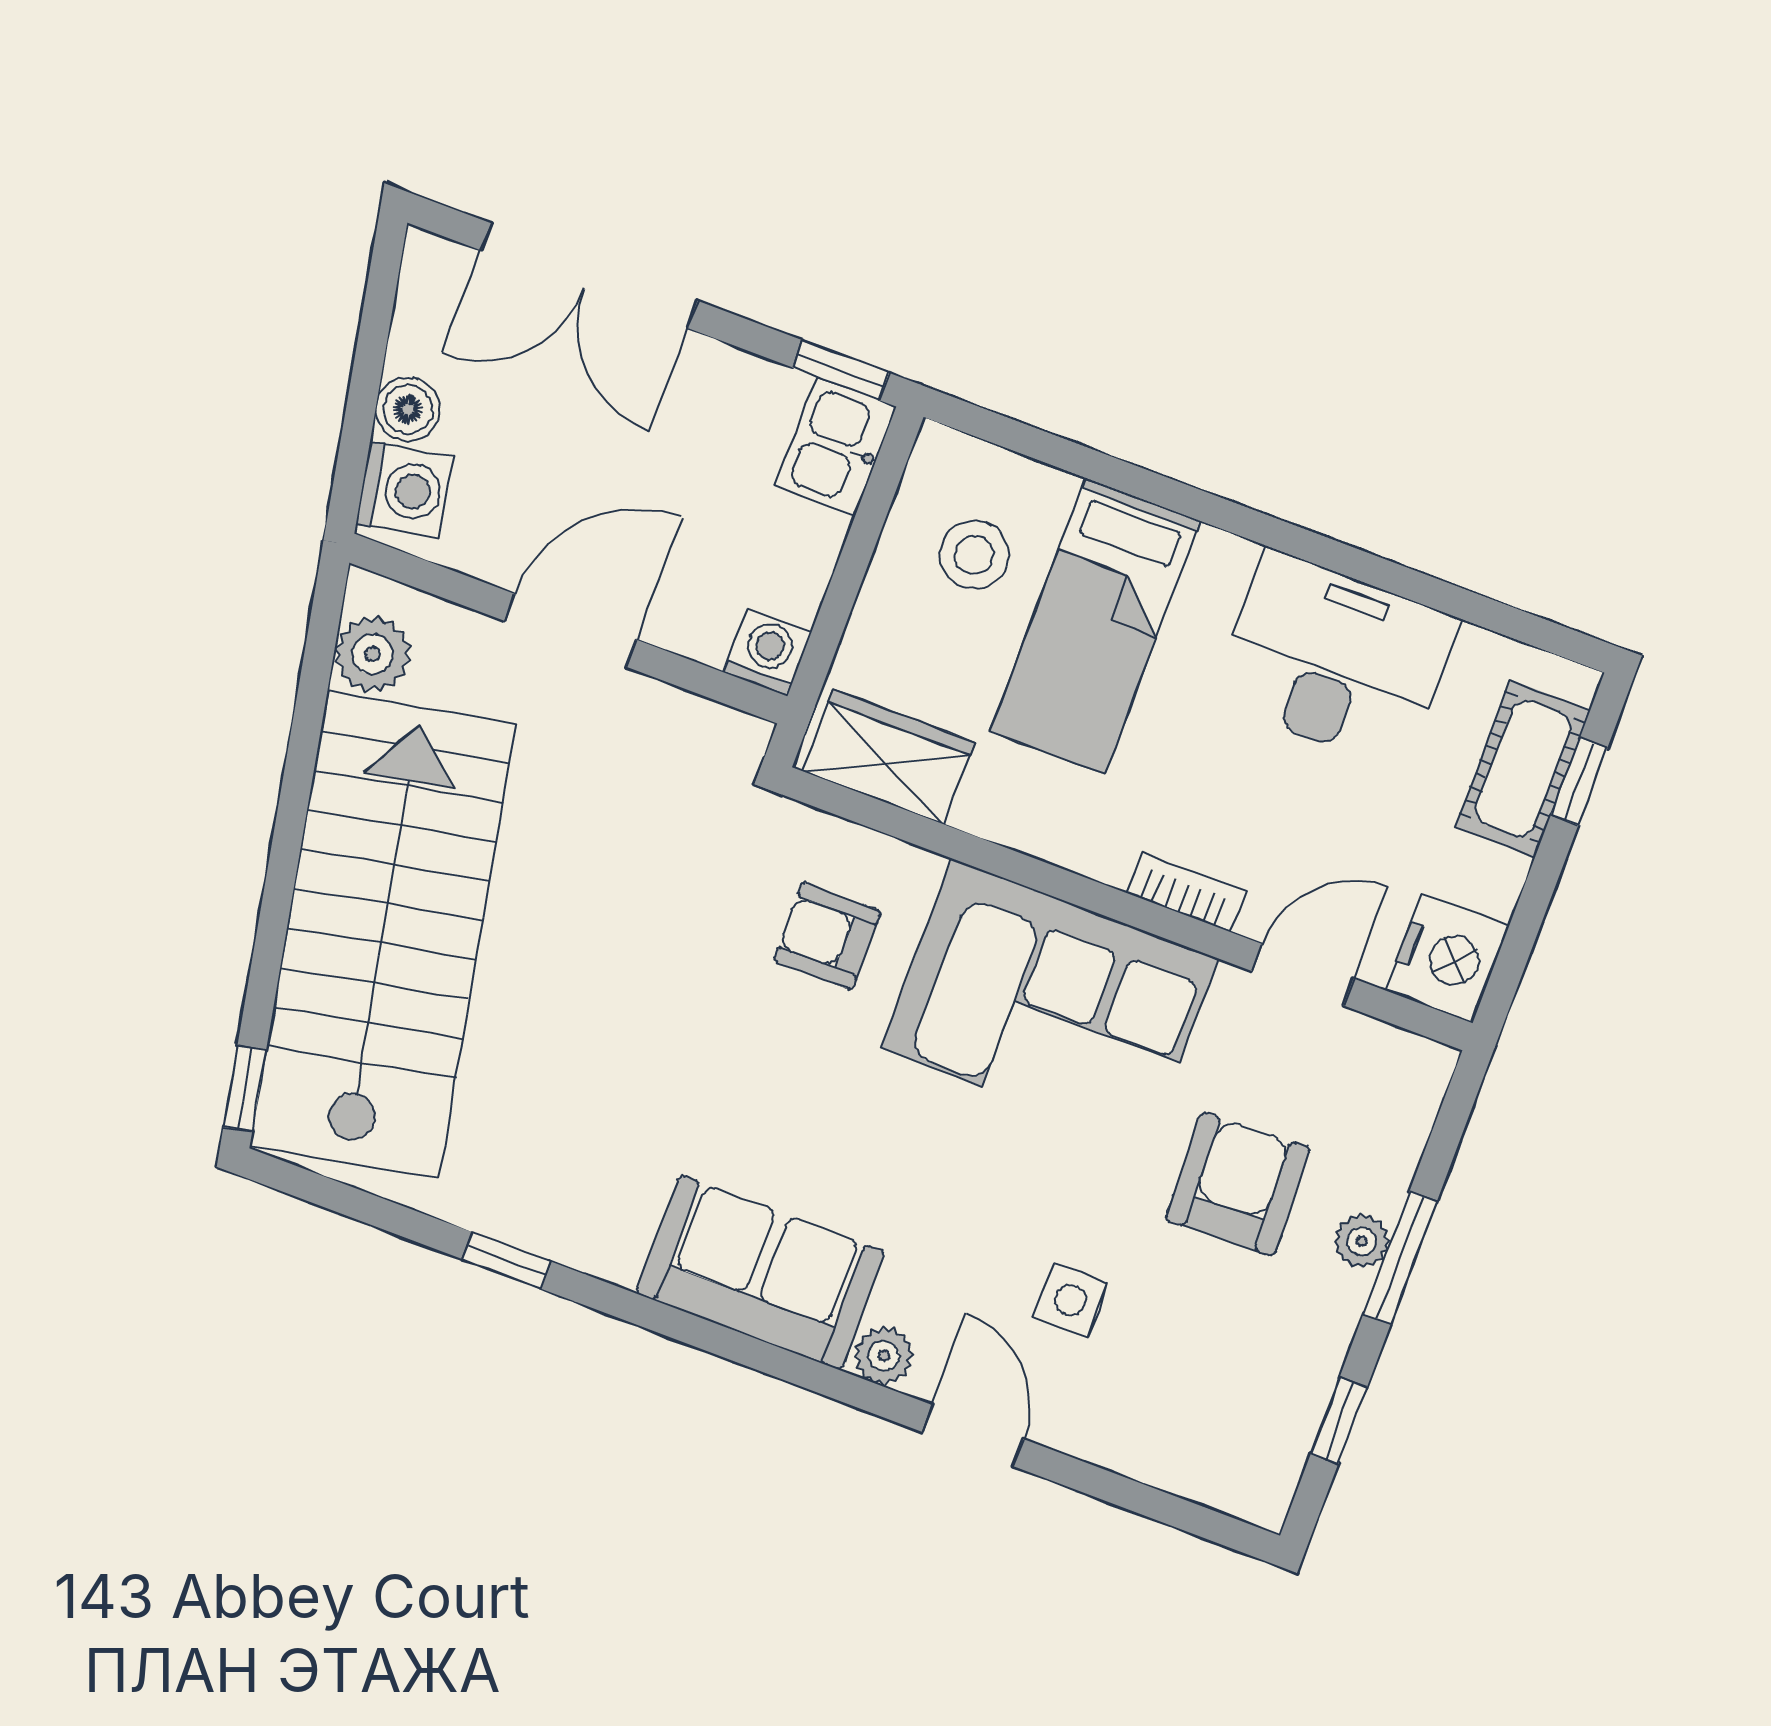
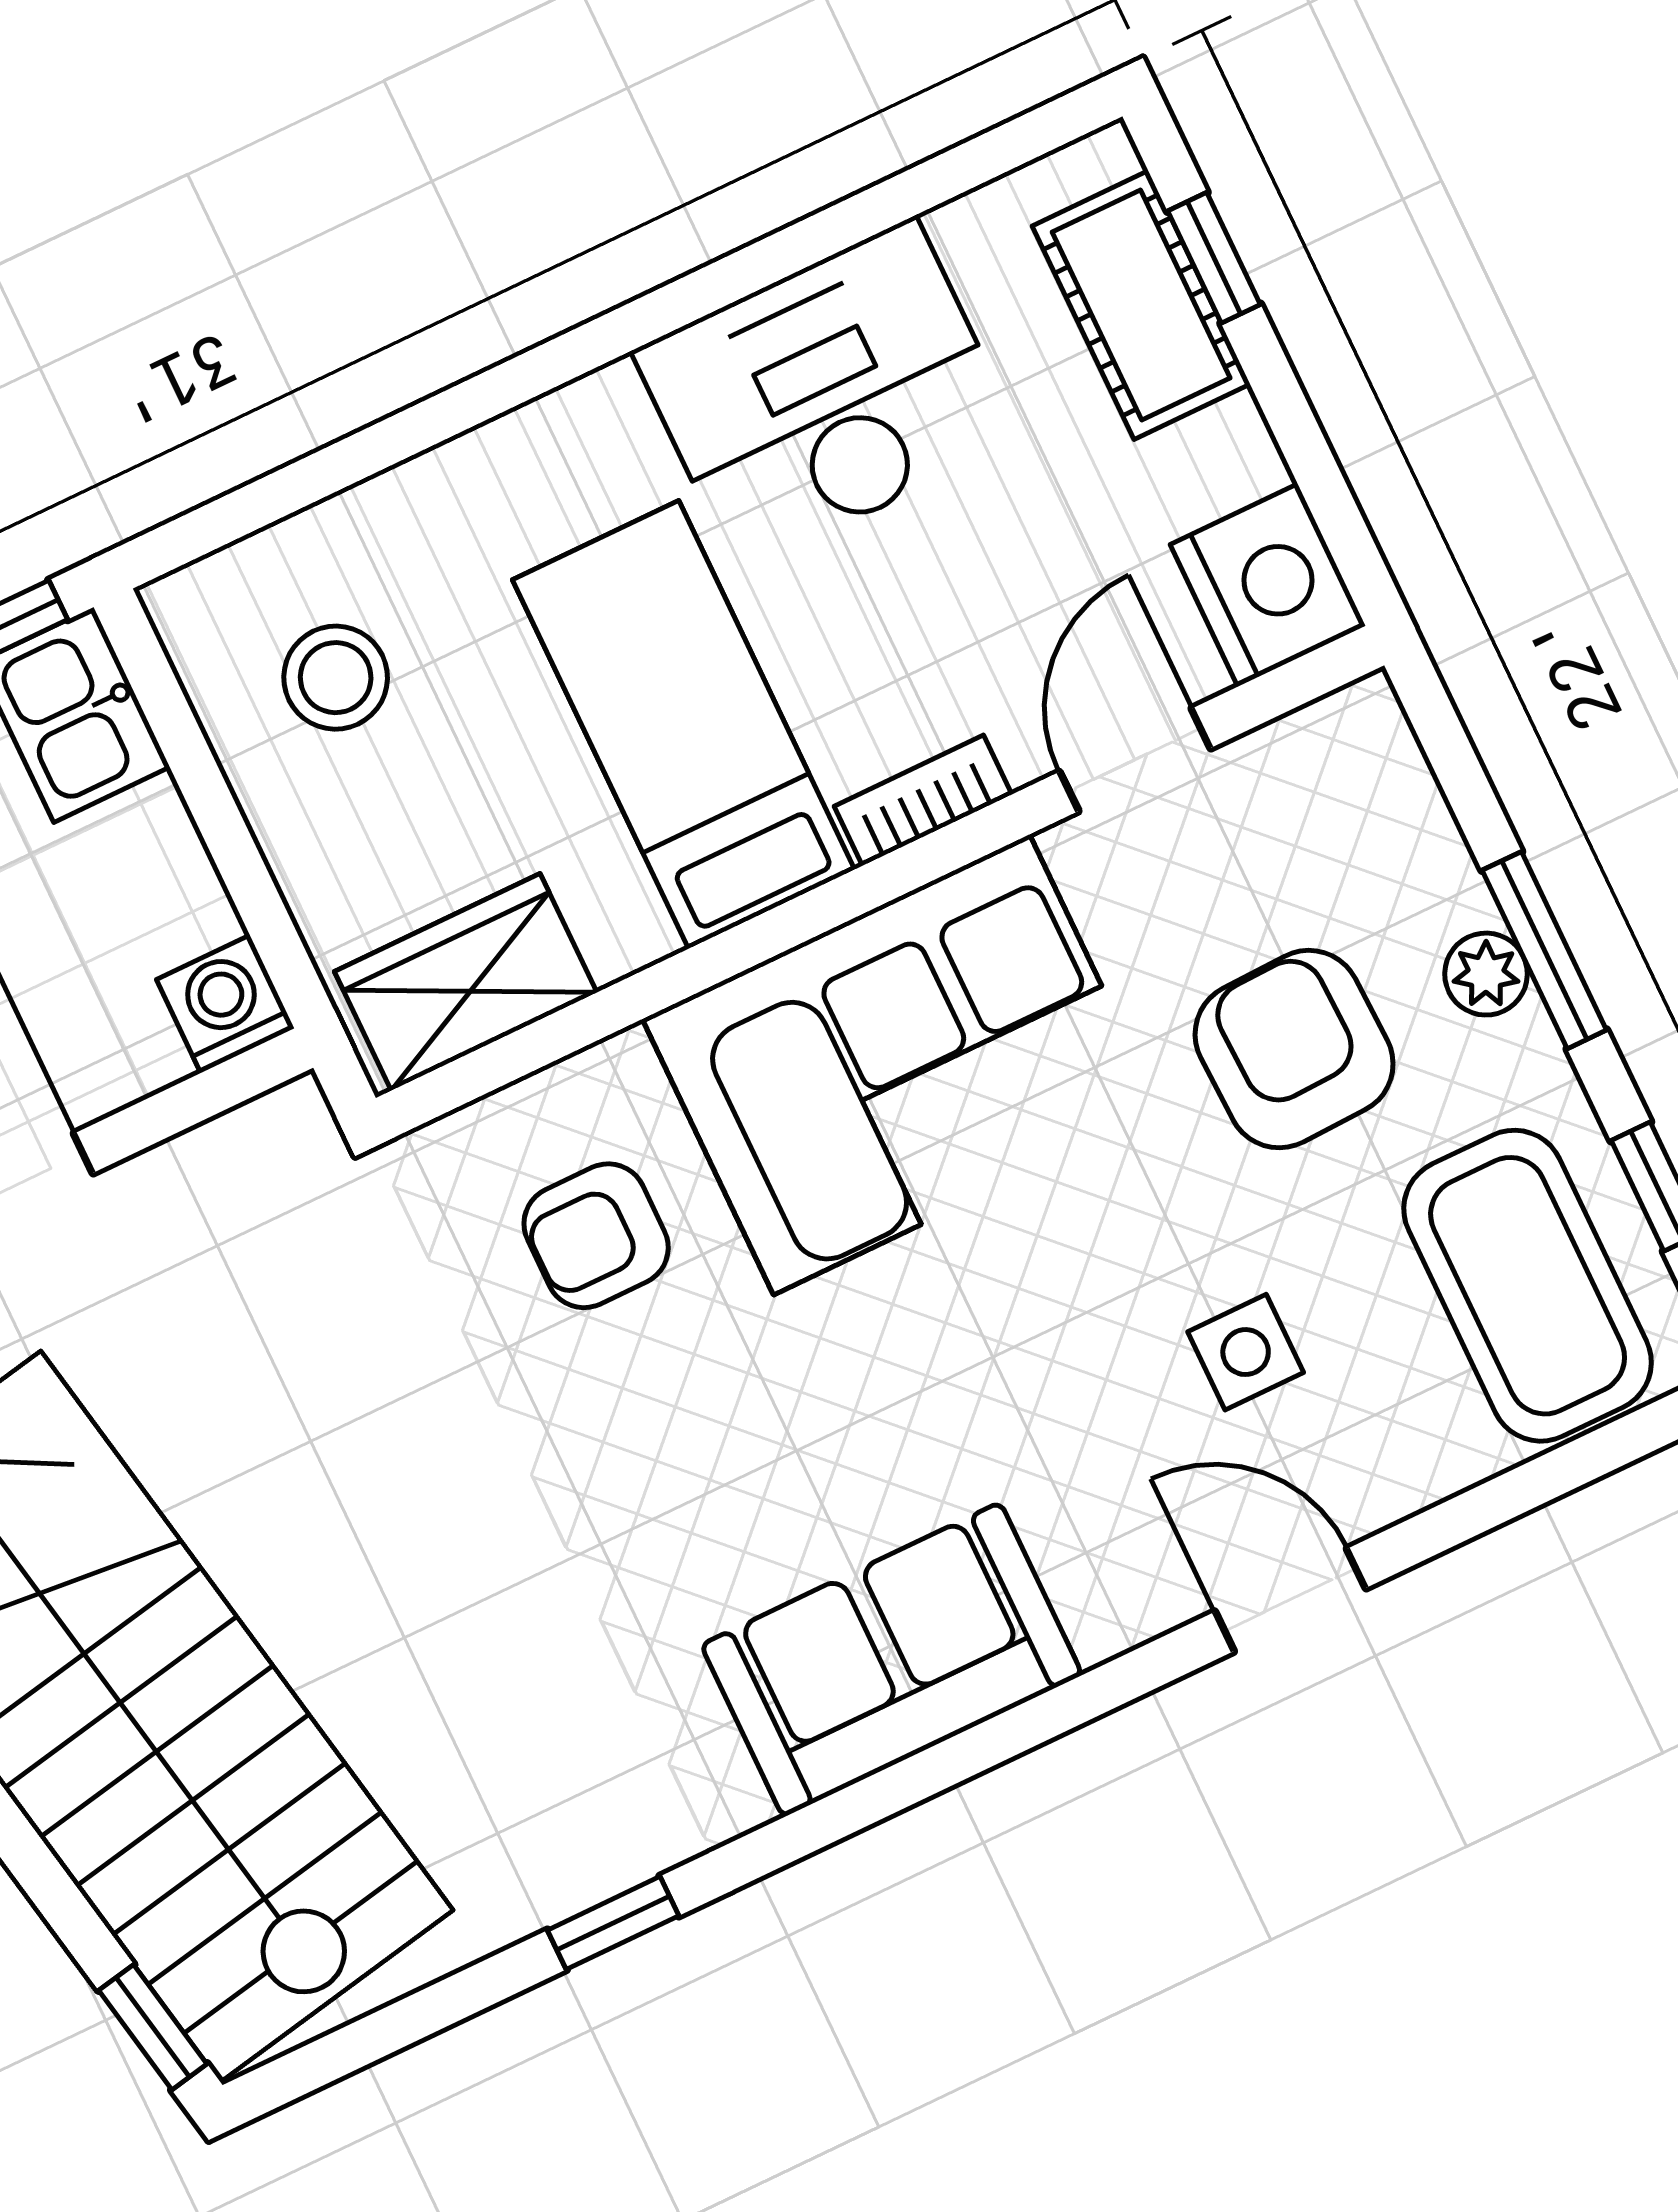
bed: (1095, 626) -> (684, 725), moved, turned 180
plant: (884, 1356) -> (1111, 1613), removed
coffee table: (1232, 1404) -> (1528, 1286), added

